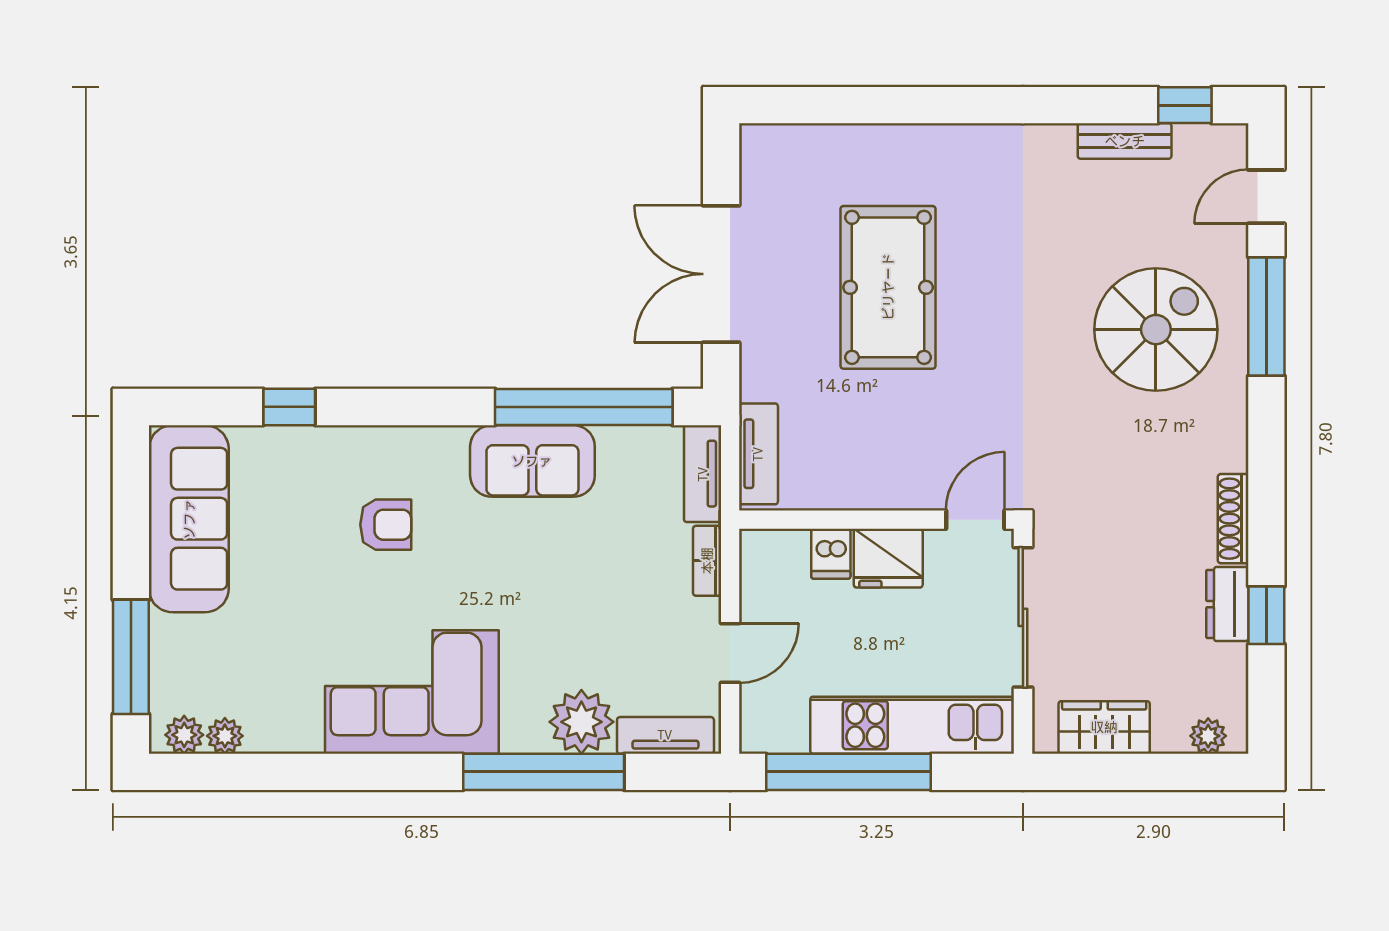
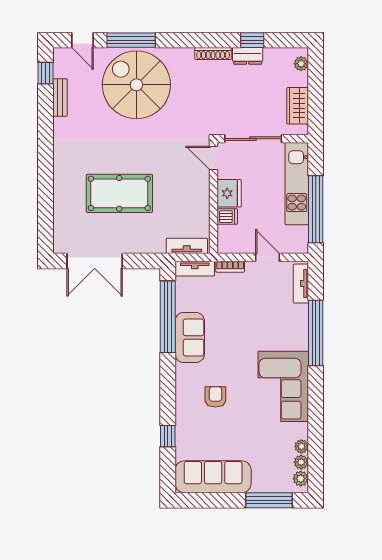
double door: (721, 274) -> (95, 261), moved
spiral stairs: (1156, 330) -> (136, 85), width x1.37, depth x1.37
plant: (581, 722) -> (301, 446), moved, width x0.53, depth x0.53

